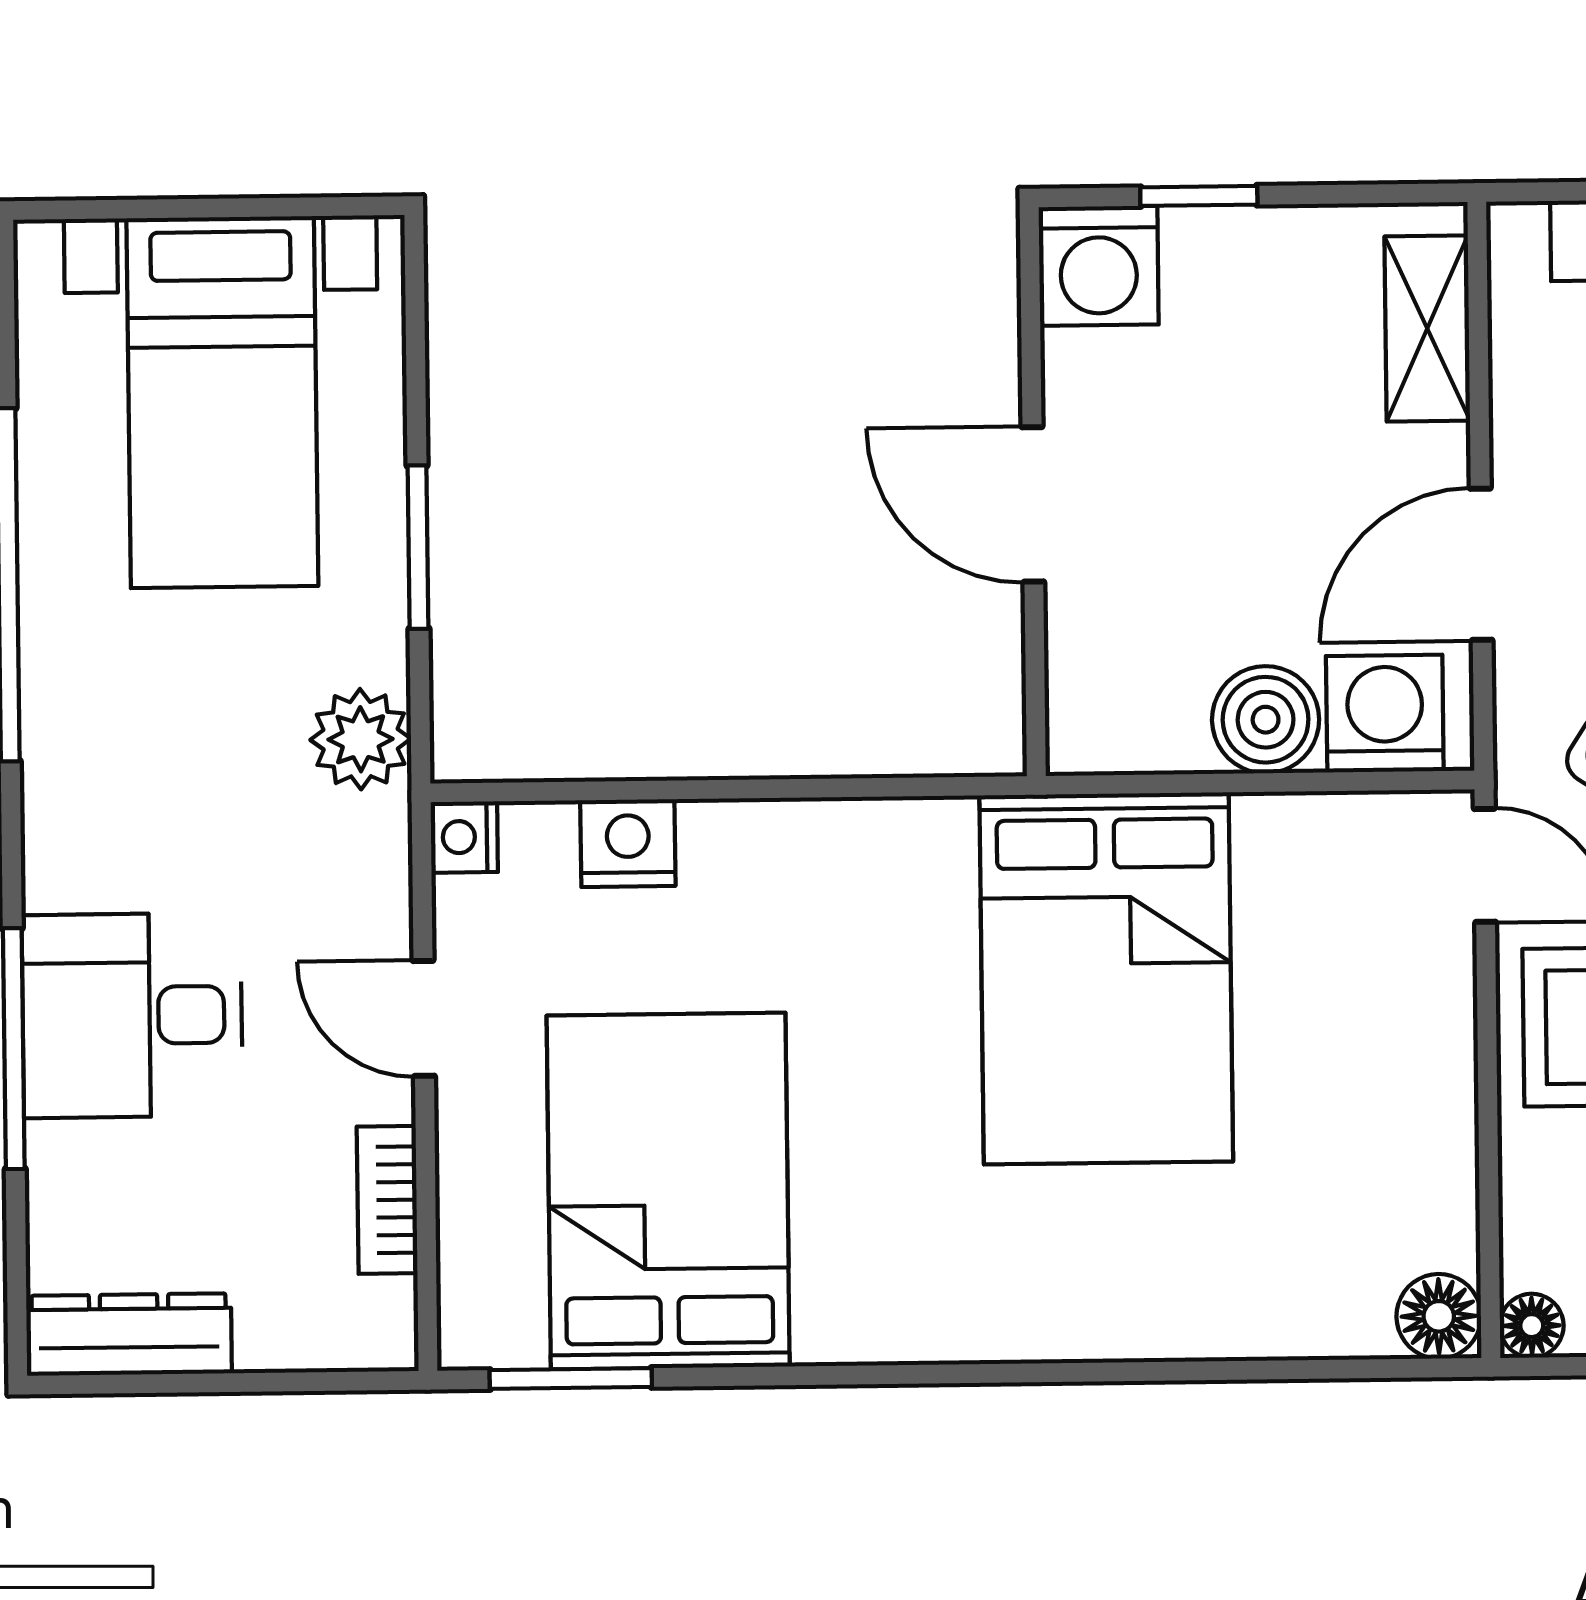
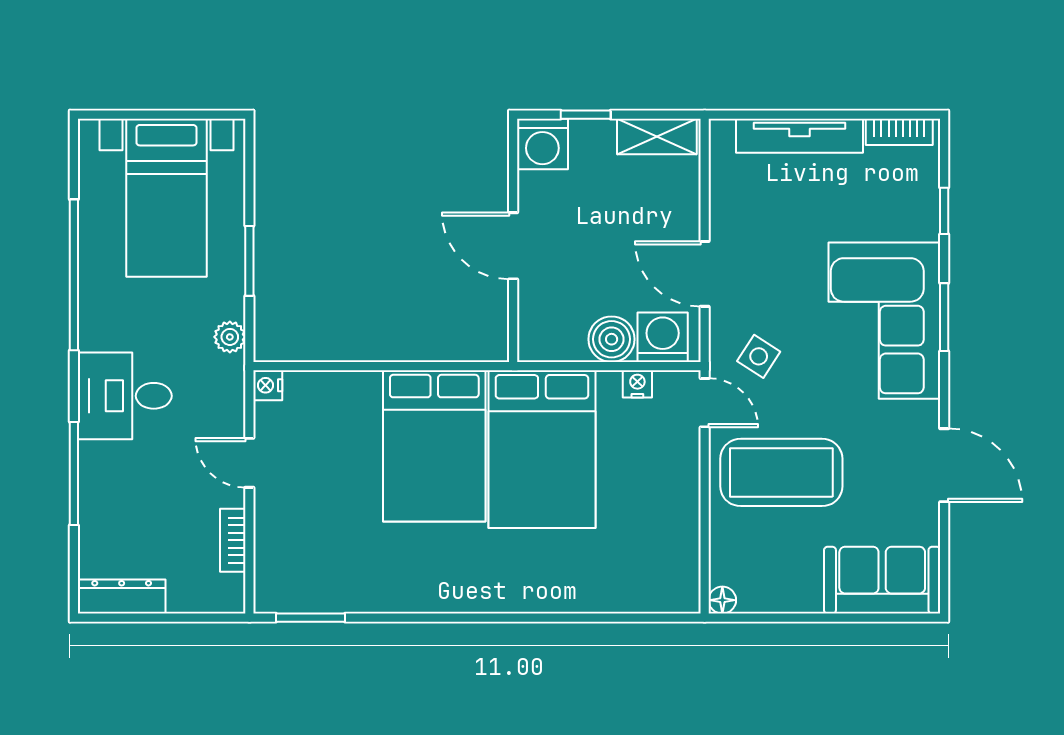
shelving: (1427, 329) -> (657, 136), moved, turned 90
door: (1481, 564) -> (705, 274), hinge flipped
plant: (361, 739) -> (230, 337), width x0.73, depth x0.73
nightstand: (628, 843) -> (637, 384), moved, width x0.72, depth x0.74
desk: (132, 1015) -> (125, 396), moved
bed: (668, 1191) -> (434, 446), moved, turned 180
floor lamp: (1439, 1316) -> (683, 596), removed

